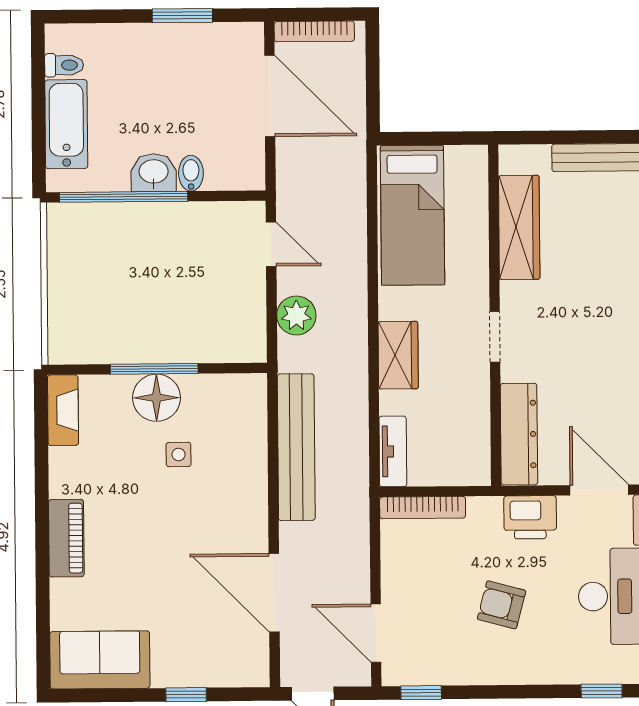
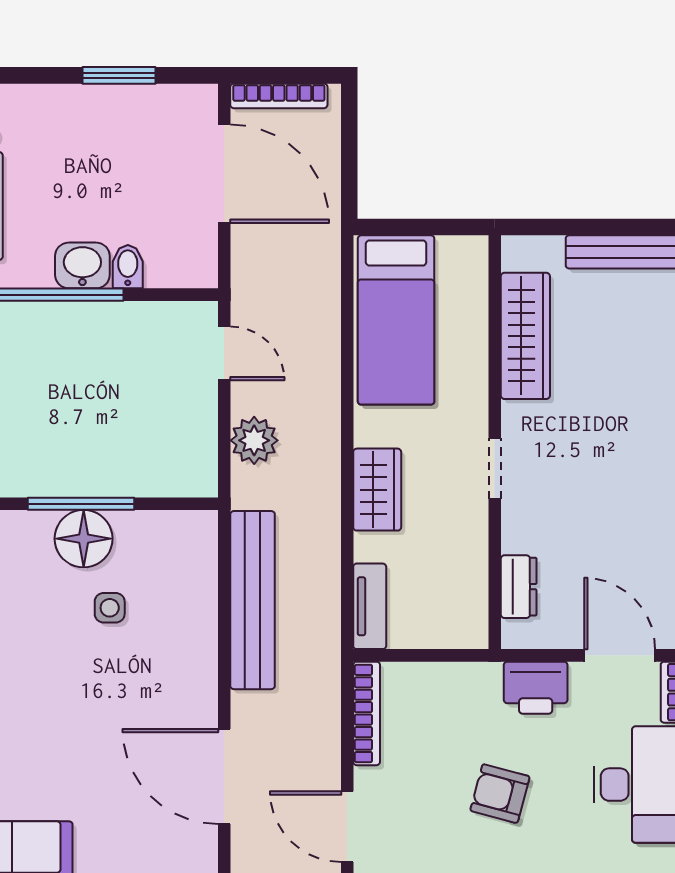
dresser: (519, 434) -> (519, 587), width x0.51, depth x0.80
bookcase: (423, 508) -> (367, 713), moved, turned -90

